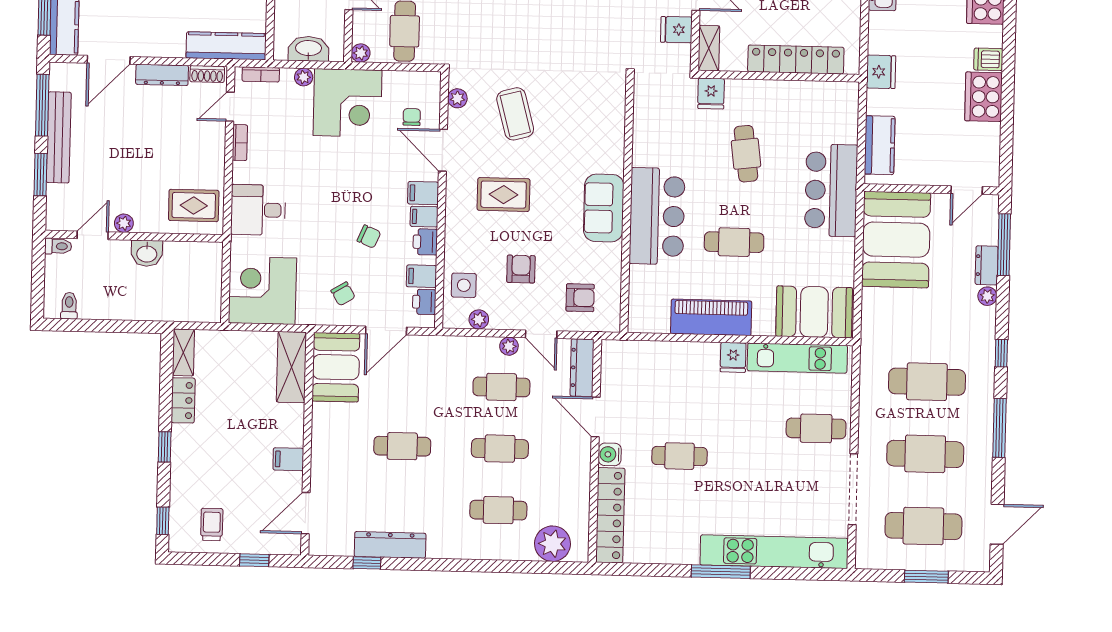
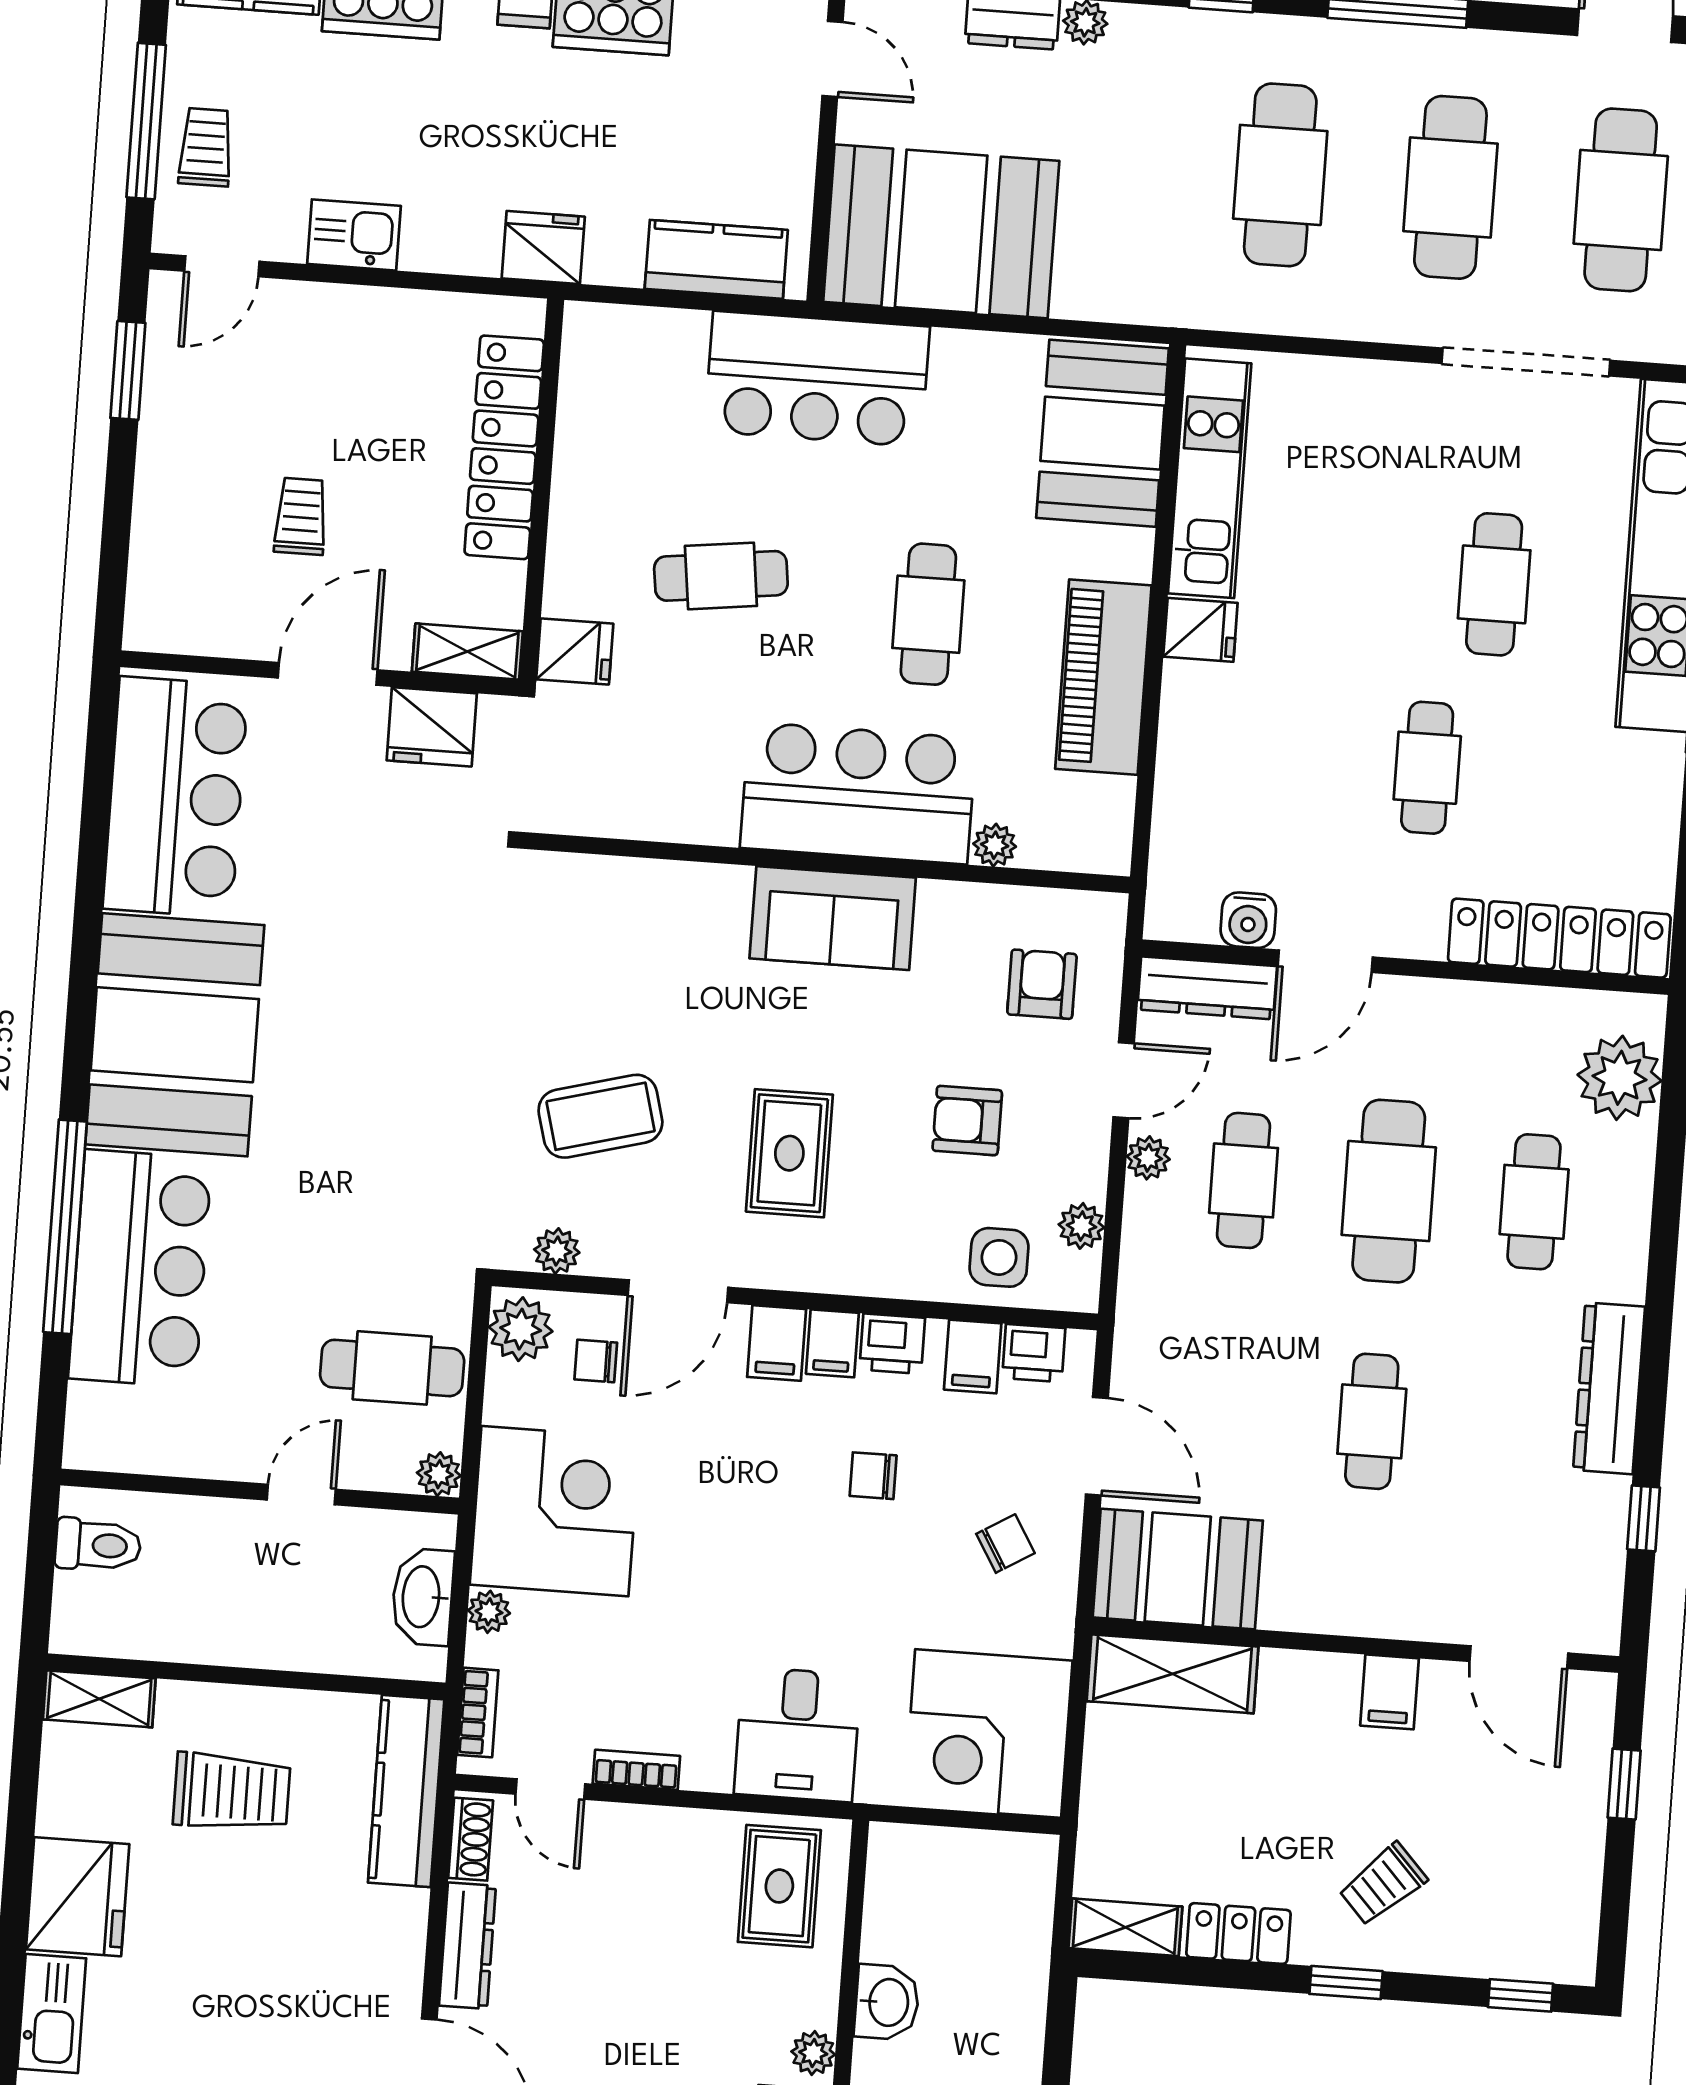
fridge: (676, 30) -> (432, 727), width x1.38
plant: (424, 85) -> (521, 1329), added
chair: (369, 237) -> (873, 1476), turned -113
plant: (638, 275) -> (995, 845), added
cafe table: (816, 428) -> (1494, 584), moved
cafe table: (500, 449) -> (1389, 1191), width x1.37, depth x1.35
water cooler: (610, 454) -> (1248, 920), moved
trolley: (212, 524) -> (1383, 1884), moved, turned -43
dresser: (390, 545) -> (1609, 1388), moved

